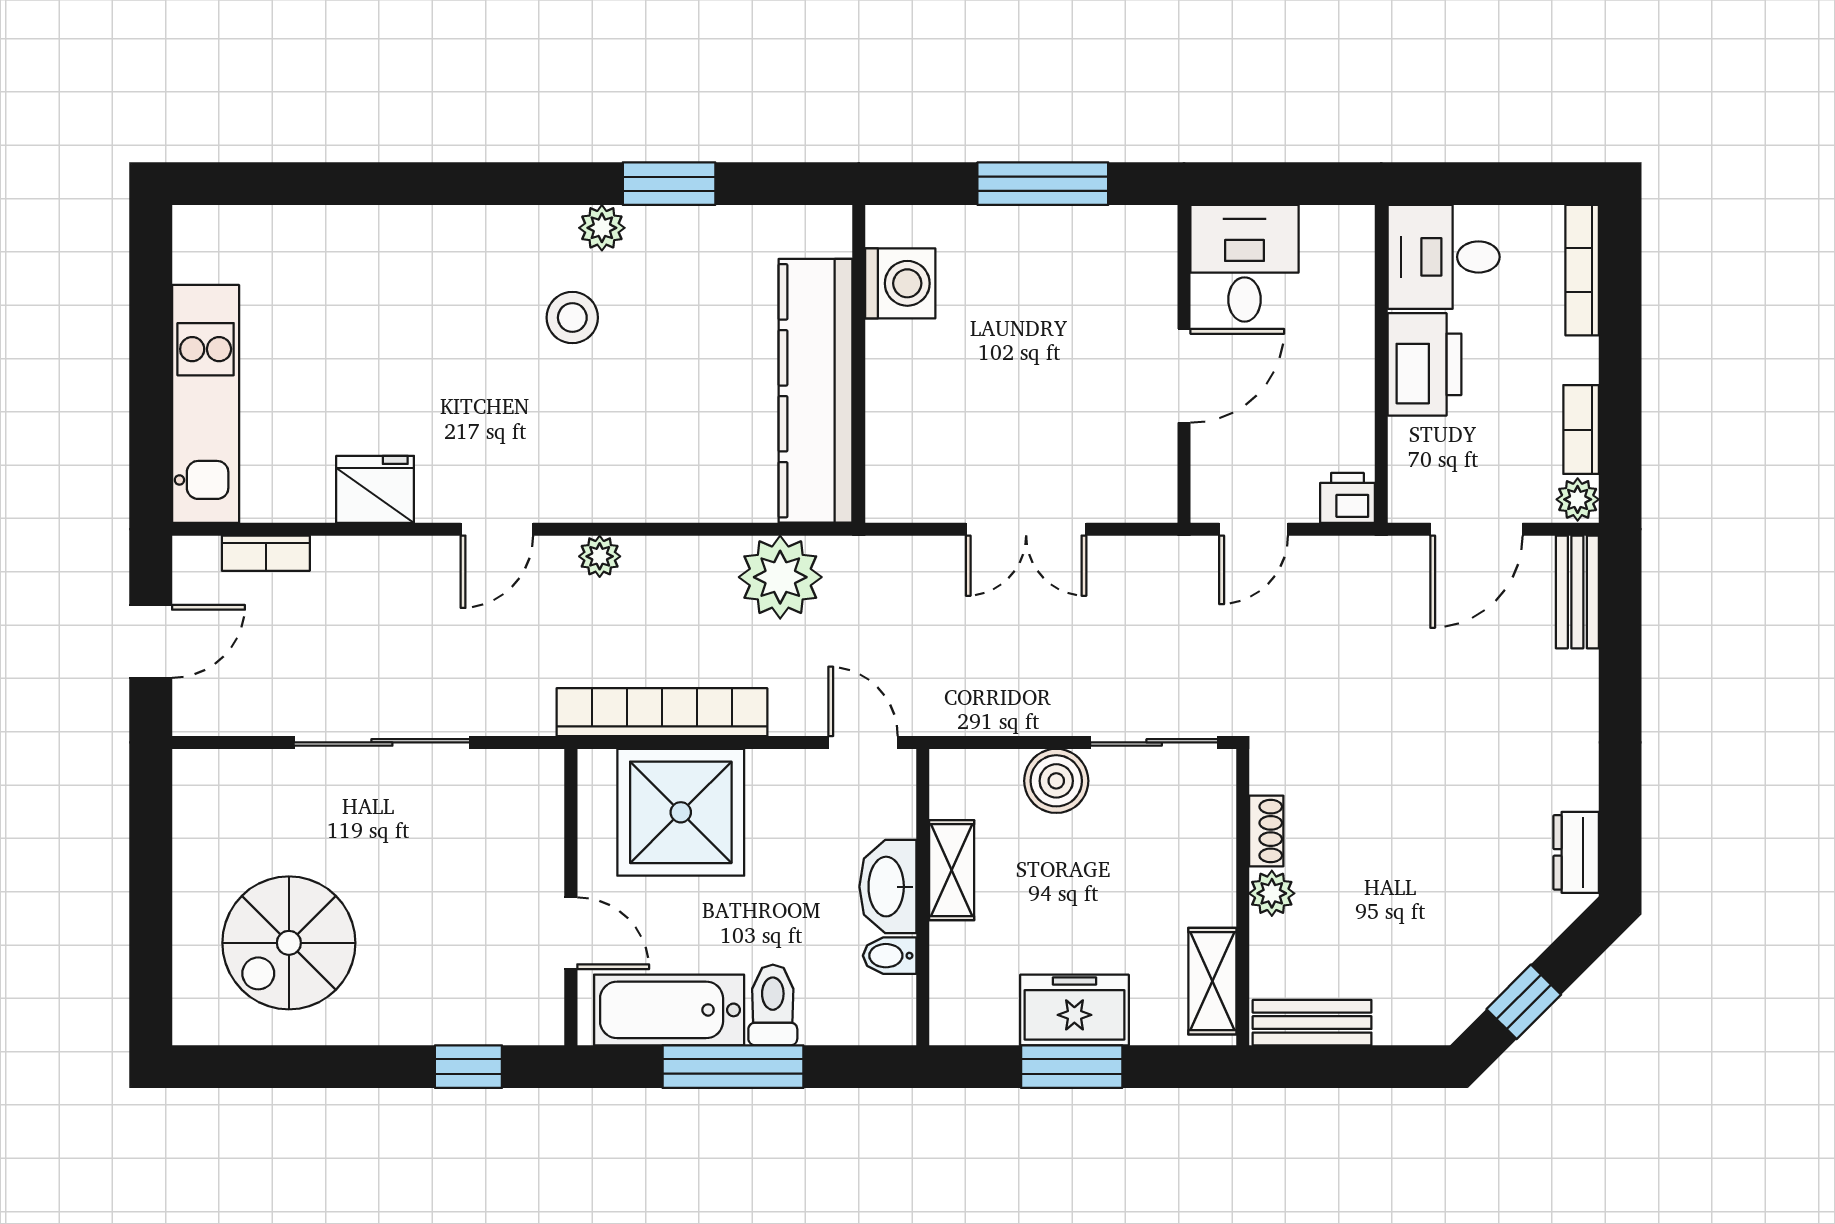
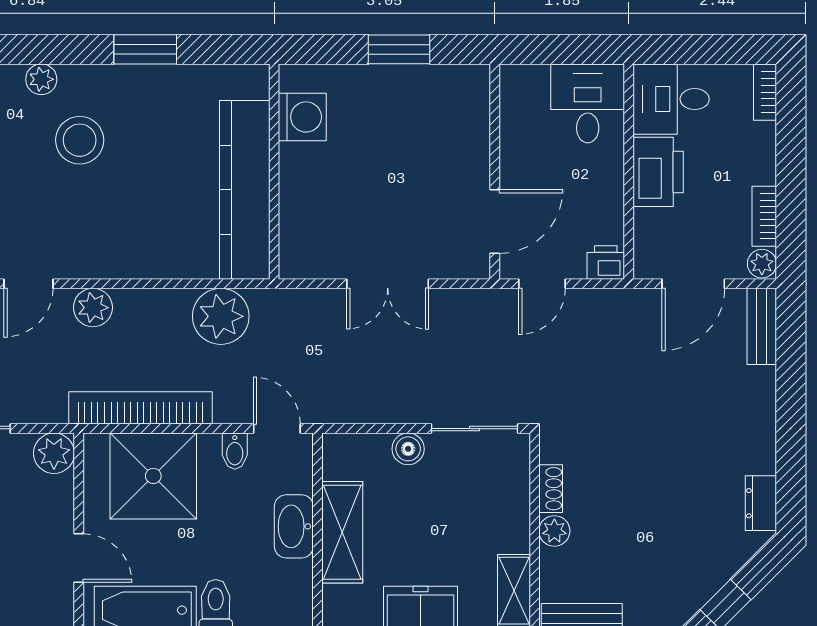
window: (1043, 184) -> (399, 49), width x0.69
plant: (602, 228) -> (41, 79), moved
desk: (1245, 263) -> (588, 103), moved
bookcase: (1582, 270) -> (765, 92), width x0.64
stool: (572, 318) -> (80, 140), width x1.38, depth x1.38
door: (1184, 376) -> (495, 221), moved
plant: (600, 556) -> (93, 308), width x1.38, depth x1.38
plant: (534, 779) -> (54, 453), added
boiler: (1056, 781) -> (408, 449), width x0.73, depth x0.73
shelving: (952, 870) -> (342, 532), width x1.50, depth x1.33
bidet: (890, 956) -> (235, 451), moved, turned -90

